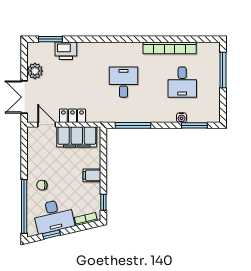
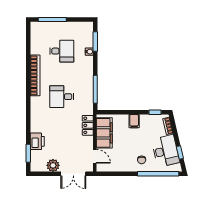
bookcase: (170, 48) -> (35, 75), moved
locker: (72, 116) -> (88, 125), moved
door: (47, 125) -> (95, 156), swing flipped

